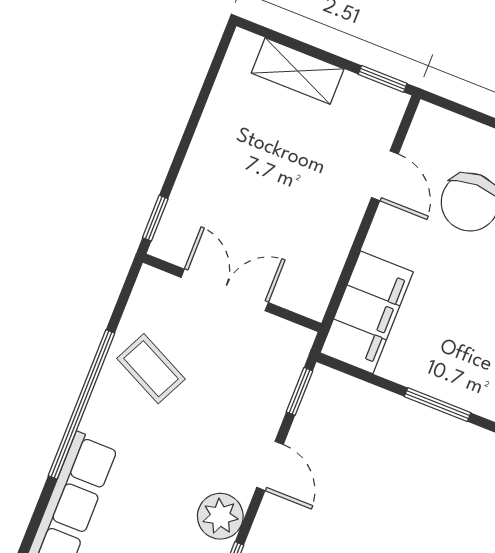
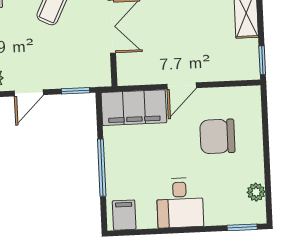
door: (385, 176) -> (182, 86), moved
window: (438, 405) -> (102, 168), width x1.44

